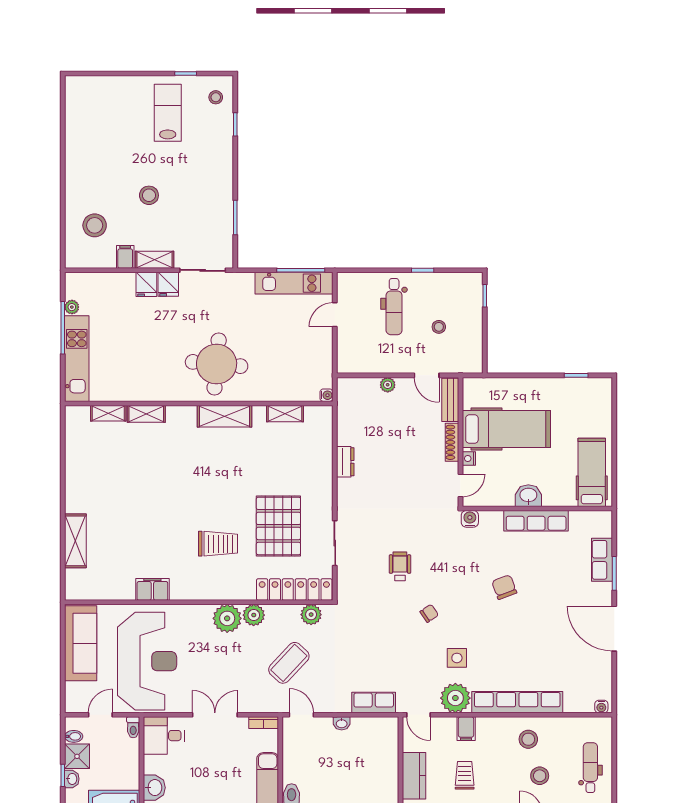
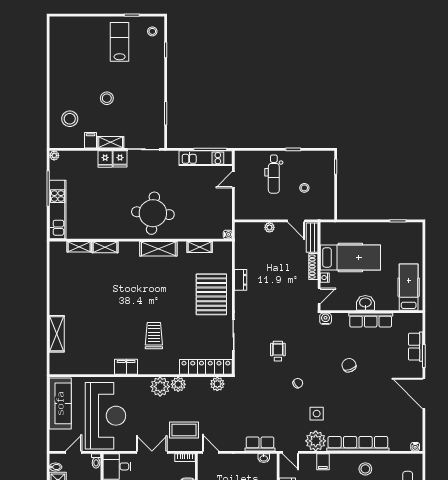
plant: (72, 307) -> (54, 155), moved
pallet: (278, 526) -> (211, 294), moved
trolley: (218, 544) -> (154, 336), turned -90
filing cabinet: (152, 589) -> (126, 367), moved
coffee table: (289, 663) -> (184, 430), moved, turned 47
washbasin: (342, 723) -> (264, 458), moved

